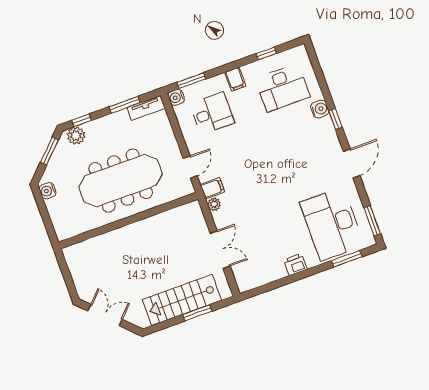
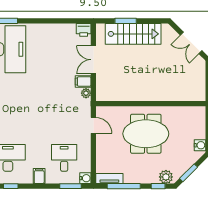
window: (125, 105) -> (124, 186), width x1.44
desk: (212, 113) -> (64, 158), turned 90
door: (190, 167) -> (93, 125), swing flipped
meeting table: (121, 181) -> (146, 134), width x0.73
filing cabinet: (212, 188) -> (83, 82), moved
printer: (295, 265) -> (84, 30), moved

